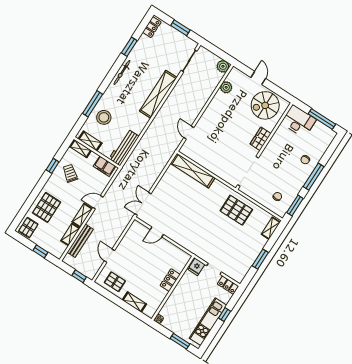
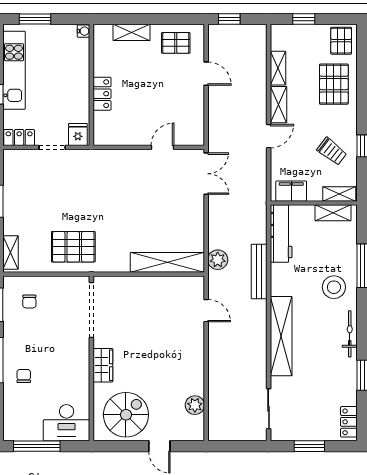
plant: (223, 66) -> (218, 260), moved
stool: (104, 117) -> (334, 287), moved
bench: (80, 241) -> (259, 272), moved

